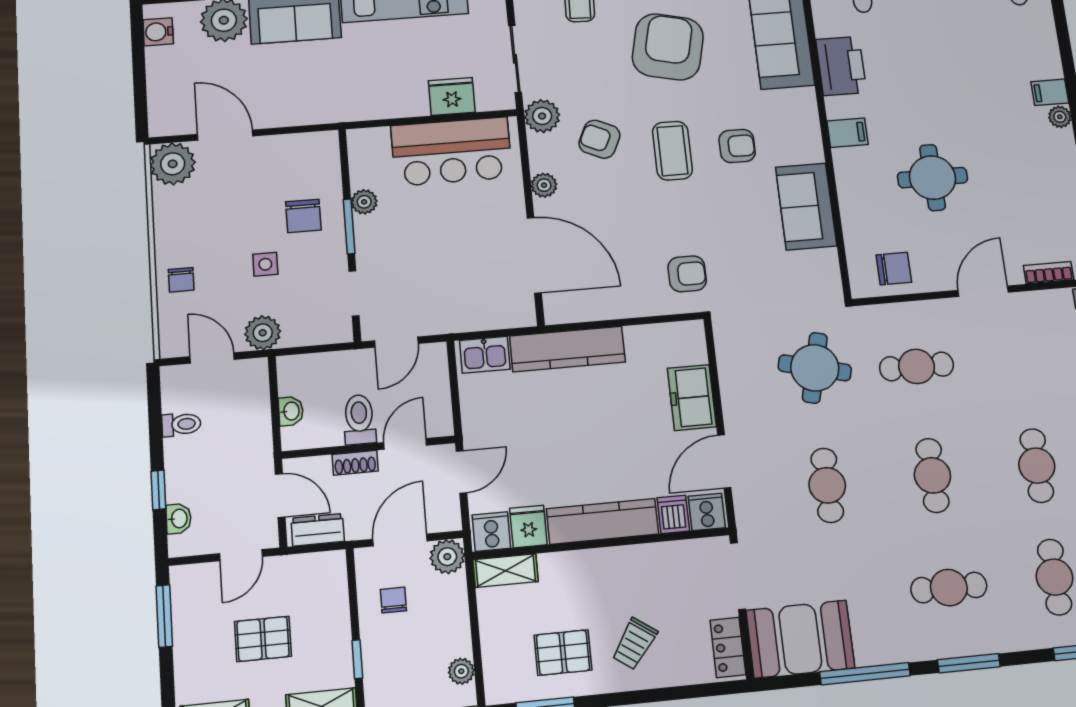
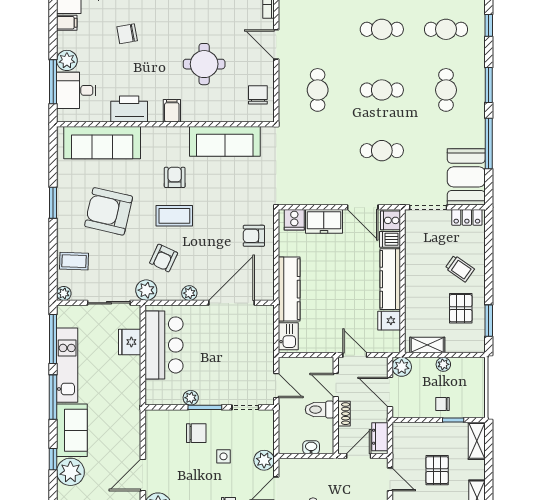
chair: (964, 53) -> (127, 34), added
sofa: (806, 206) -> (225, 141), width x1.36
armchair: (687, 274) -> (254, 236), moved, turned -90
round table: (815, 368) -> (313, 149), removed
cooker: (491, 532) -> (294, 220), moved, turned -90
shelving: (506, 571) -> (427, 345), moved, turned 90
chair: (393, 600) -> (443, 404), moved
plant: (461, 671) -> (443, 364), moved

